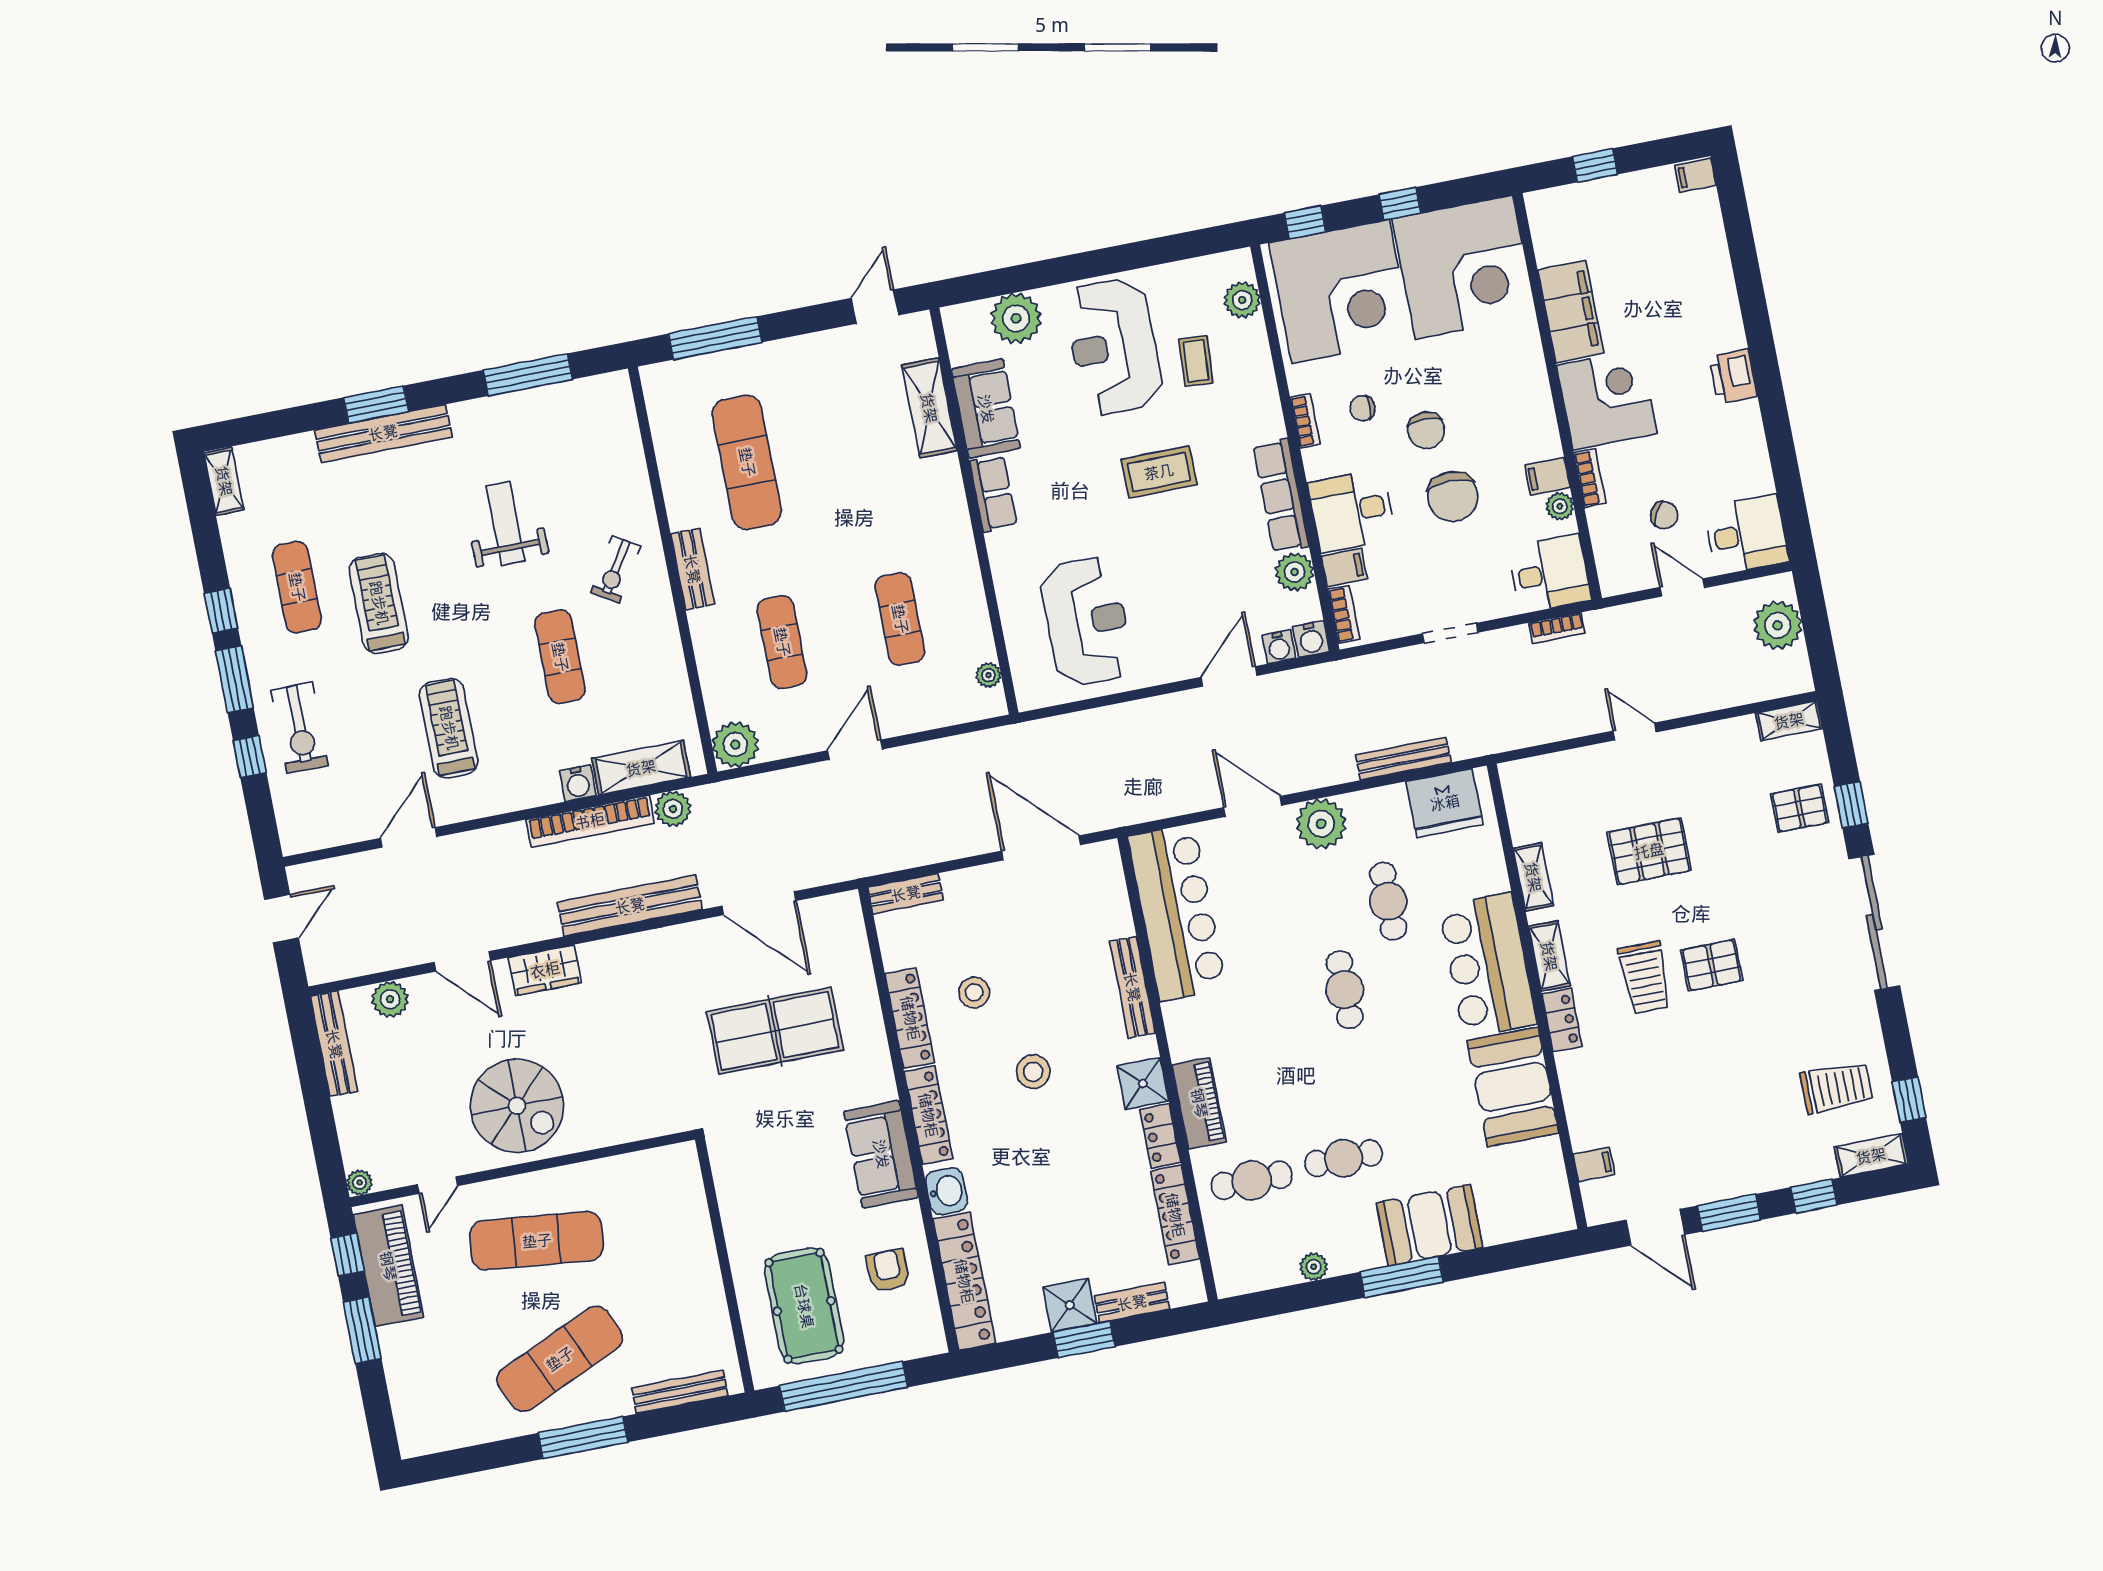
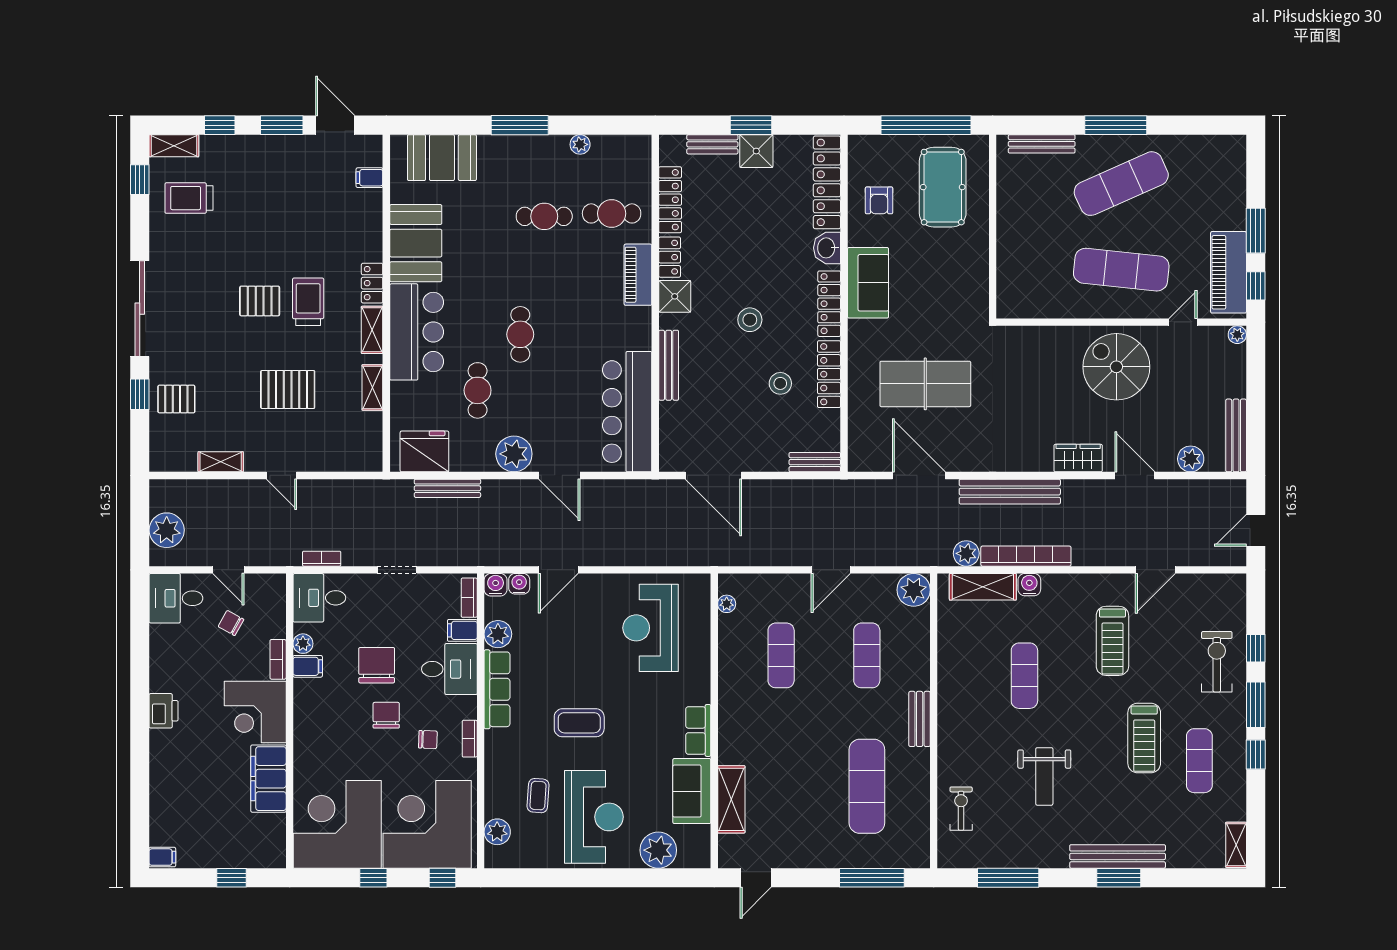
exercise bike: (615, 569) -> (961, 809), moved, turned -32
shelving: (1789, 721) -> (221, 462), moved
booth: (1429, 1225) -> (442, 158), moved

